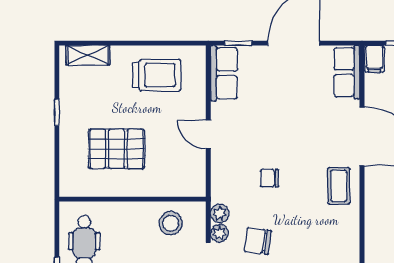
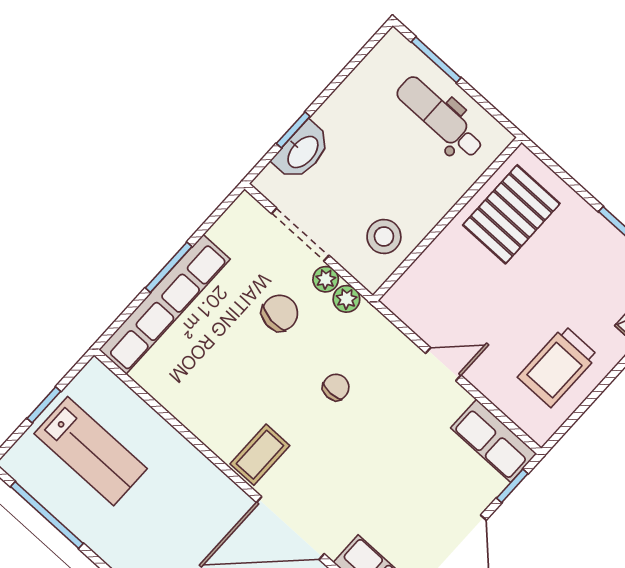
pallet: (117, 149) -> (511, 214), moved
coffee table: (339, 186) -> (260, 455), turned 90

